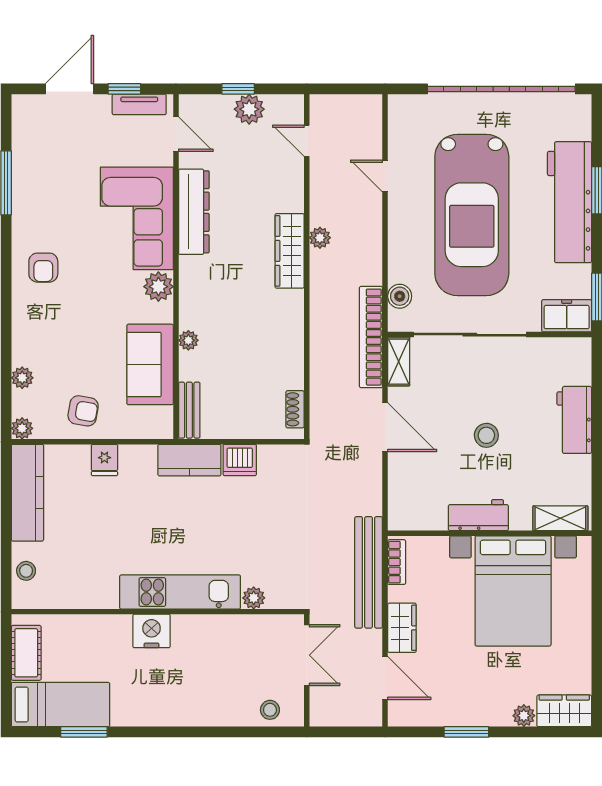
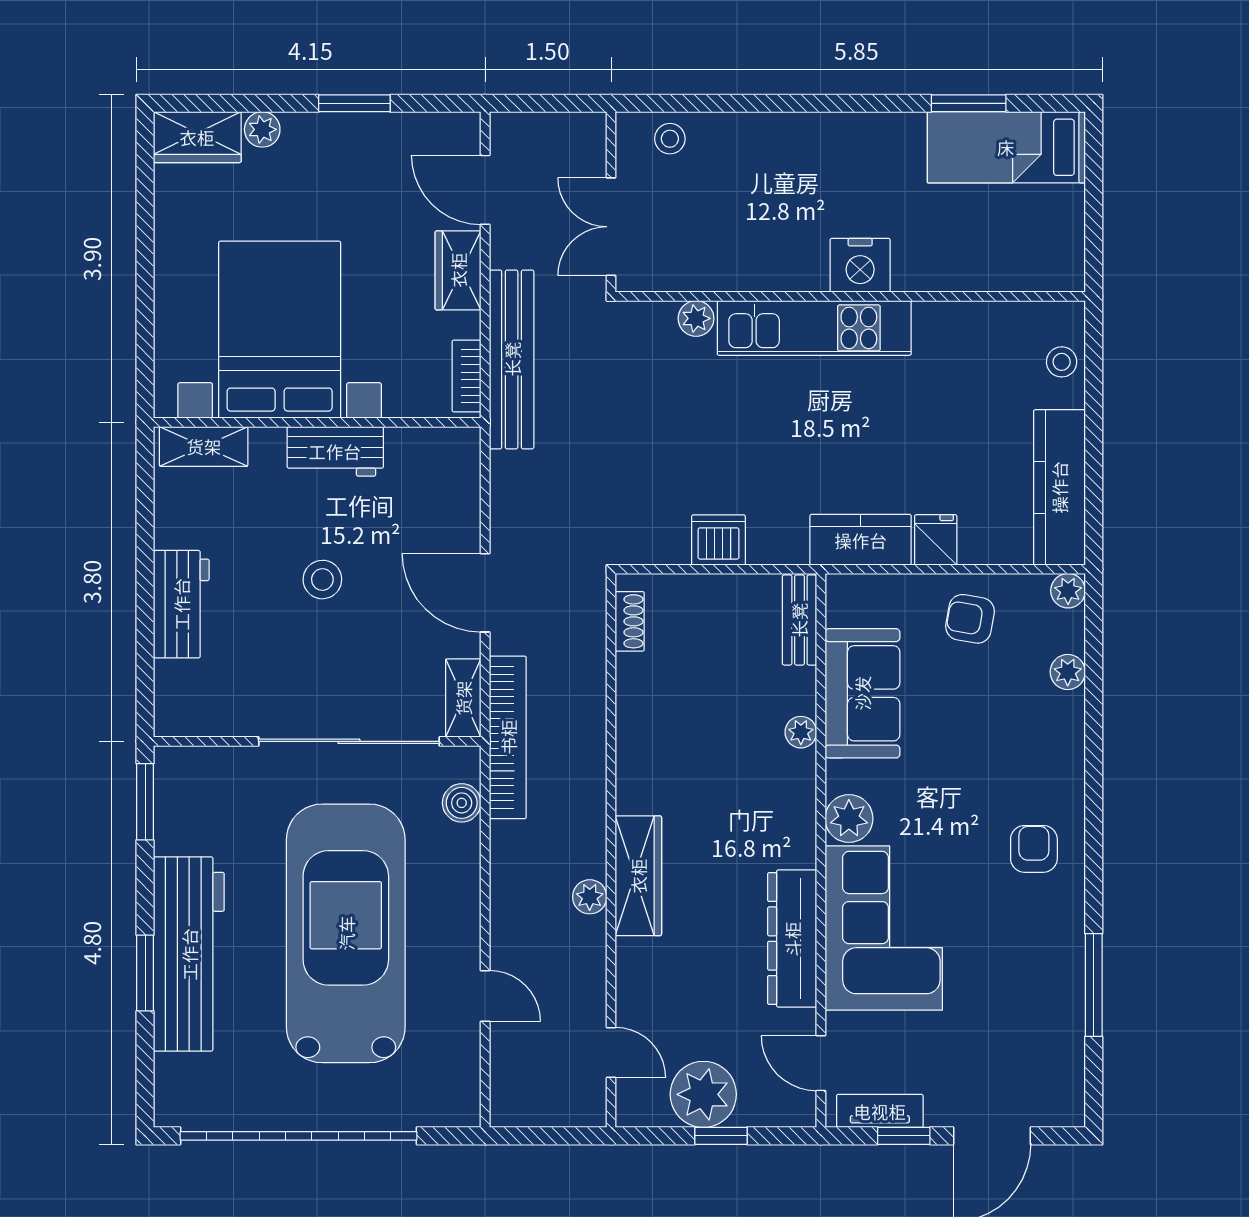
plant: (249, 109) -> (703, 1094), width x1.36, depth x1.36
freezer: (567, 316) -> (193, 772), removed
kitchen counter: (189, 460) -> (861, 540), moved
cot: (26, 653) -> (1061, 230), removed

